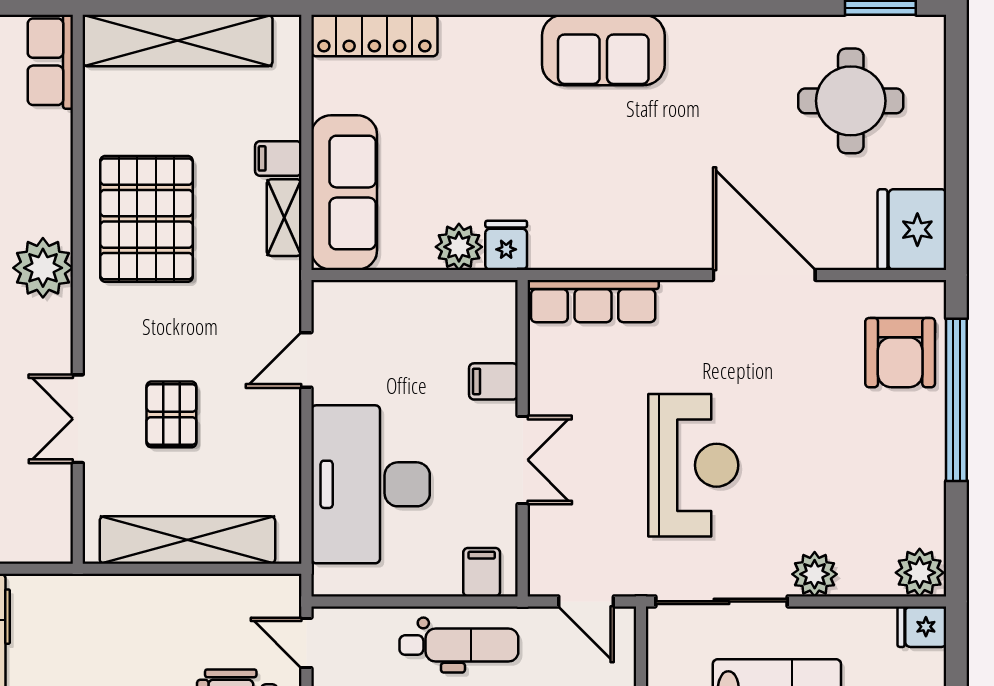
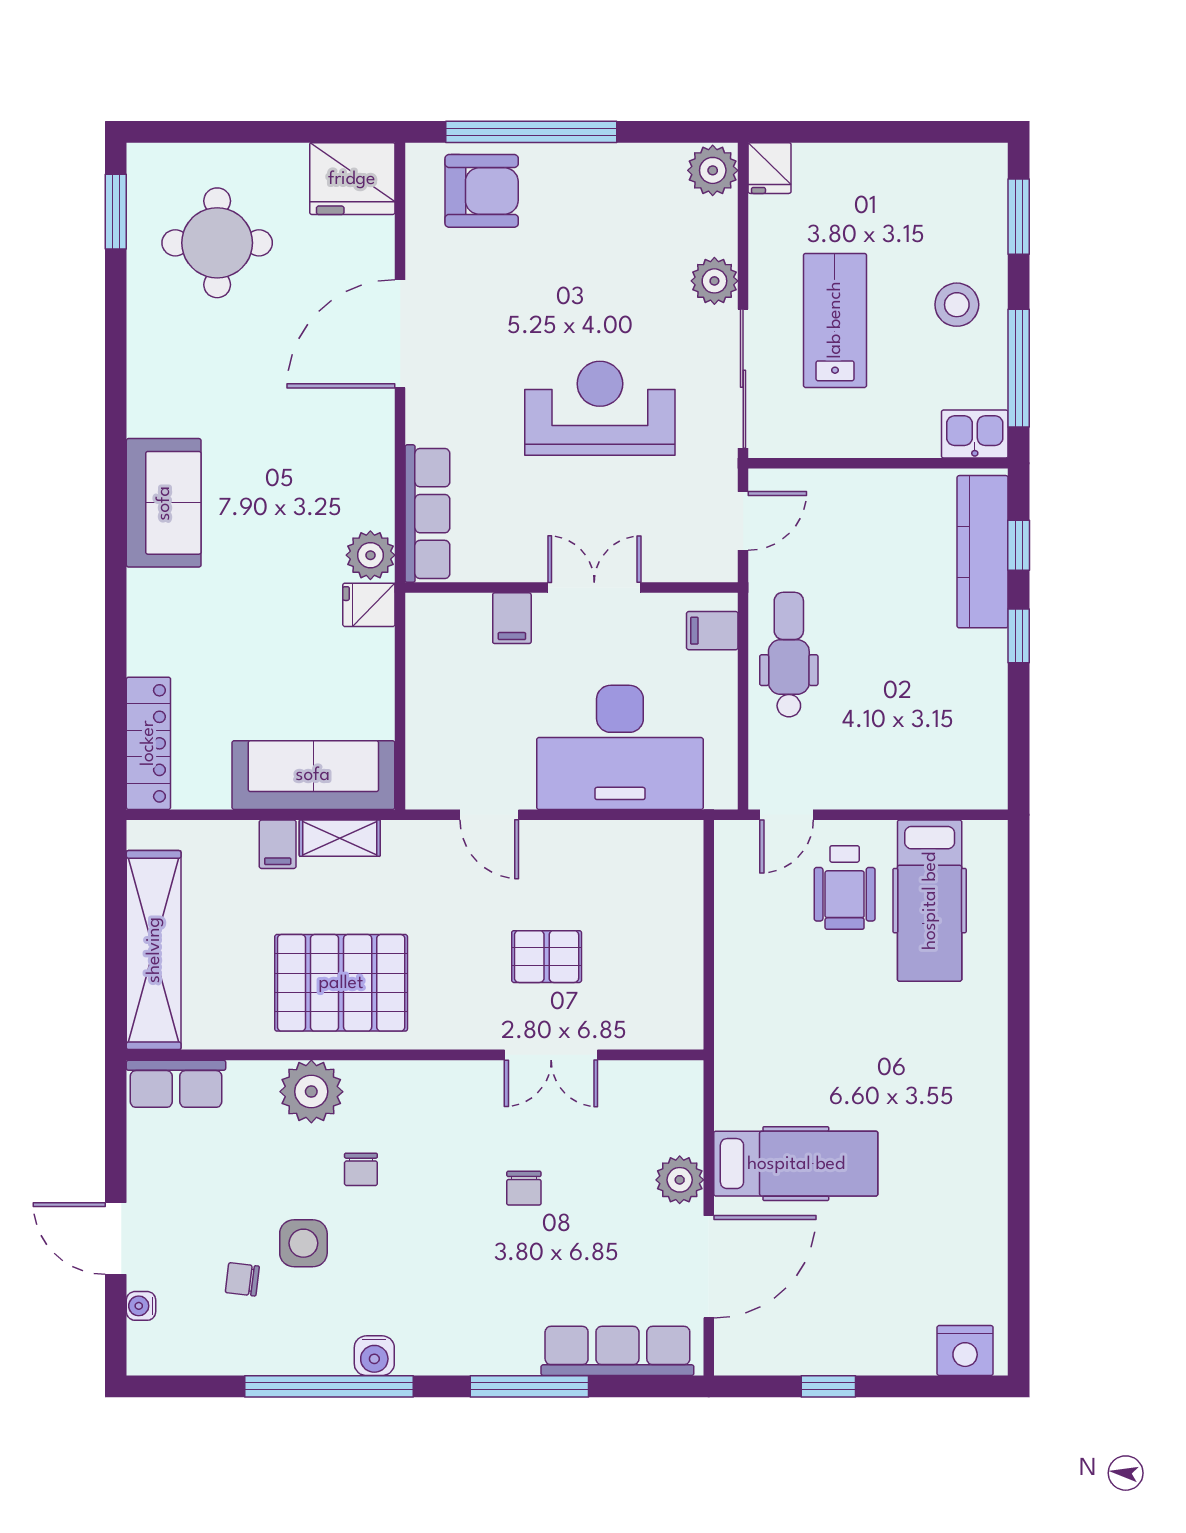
plant: (459, 247) -> (370, 555), moved
plant: (43, 268) -> (311, 1092), moved
shelving: (187, 540) -> (678, 940), removed

